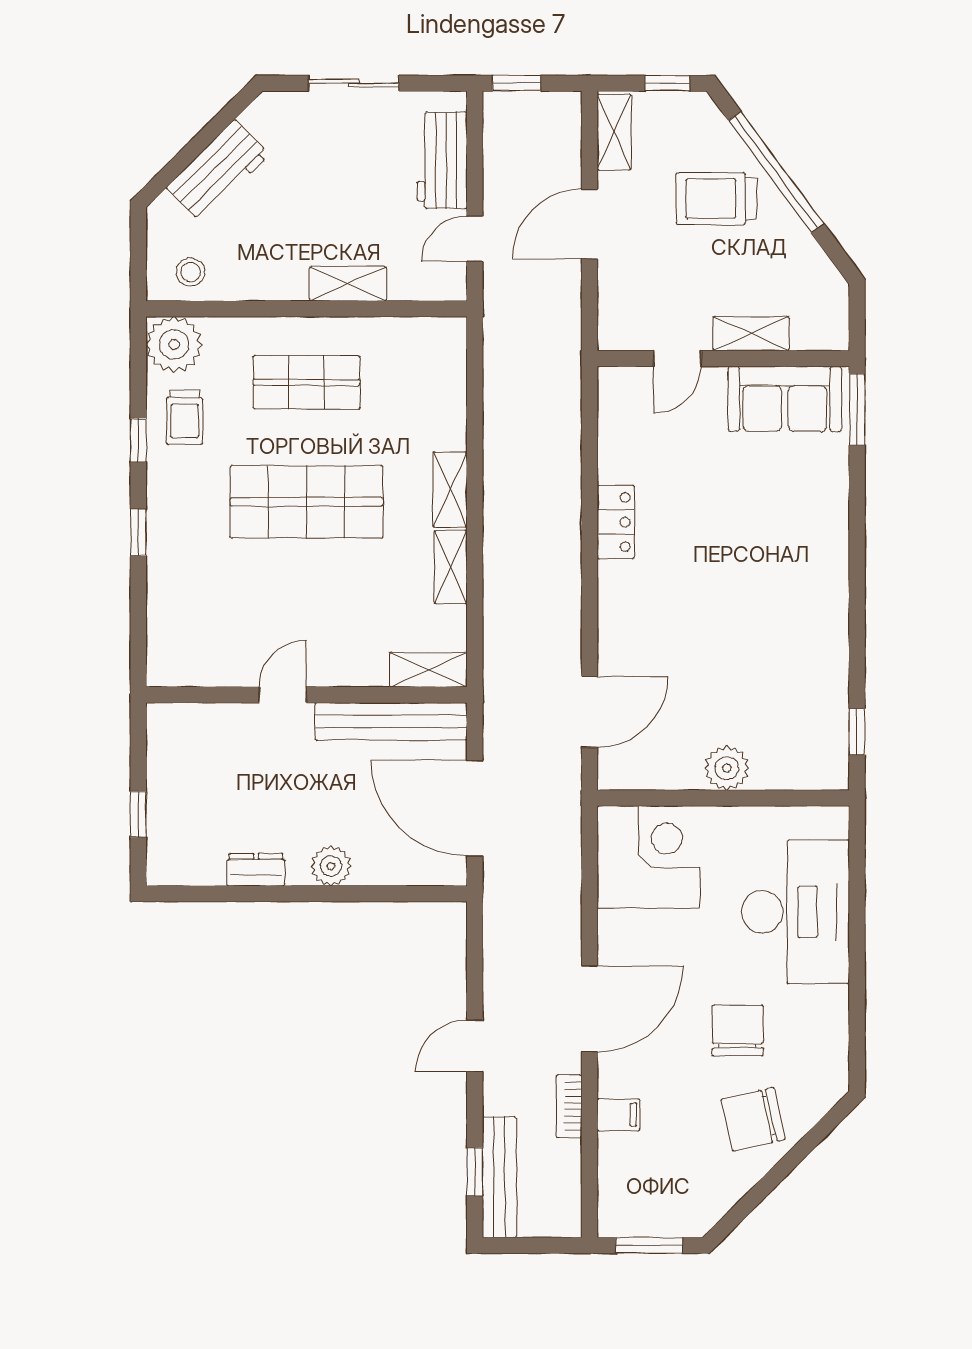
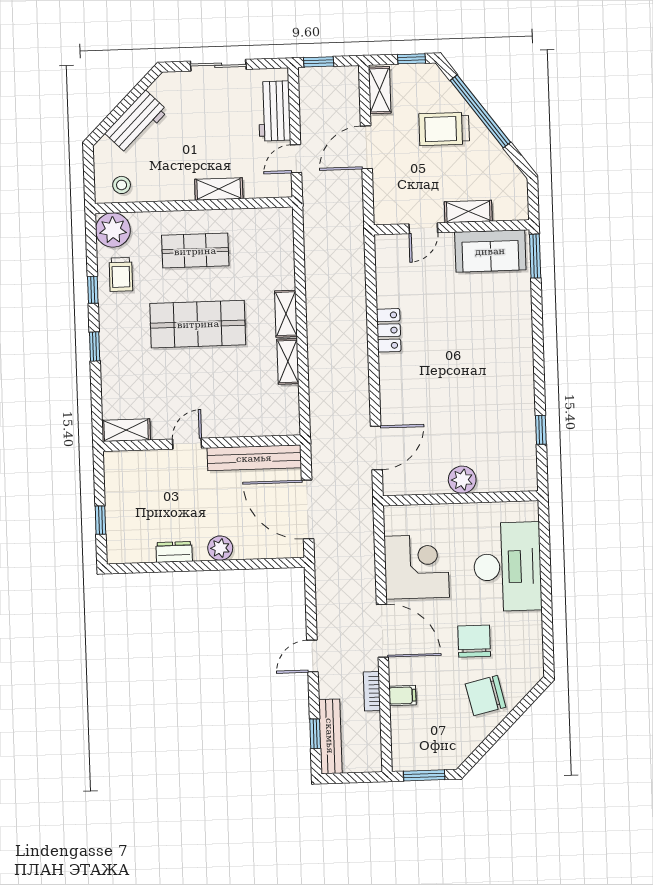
shelving: (428, 670) -> (126, 430), moved
window: (857, 732) -> (541, 430), moved
corner desk: (648, 857) -> (417, 567), moved
door: (589, 1009) -> (382, 631), hinge flipped

